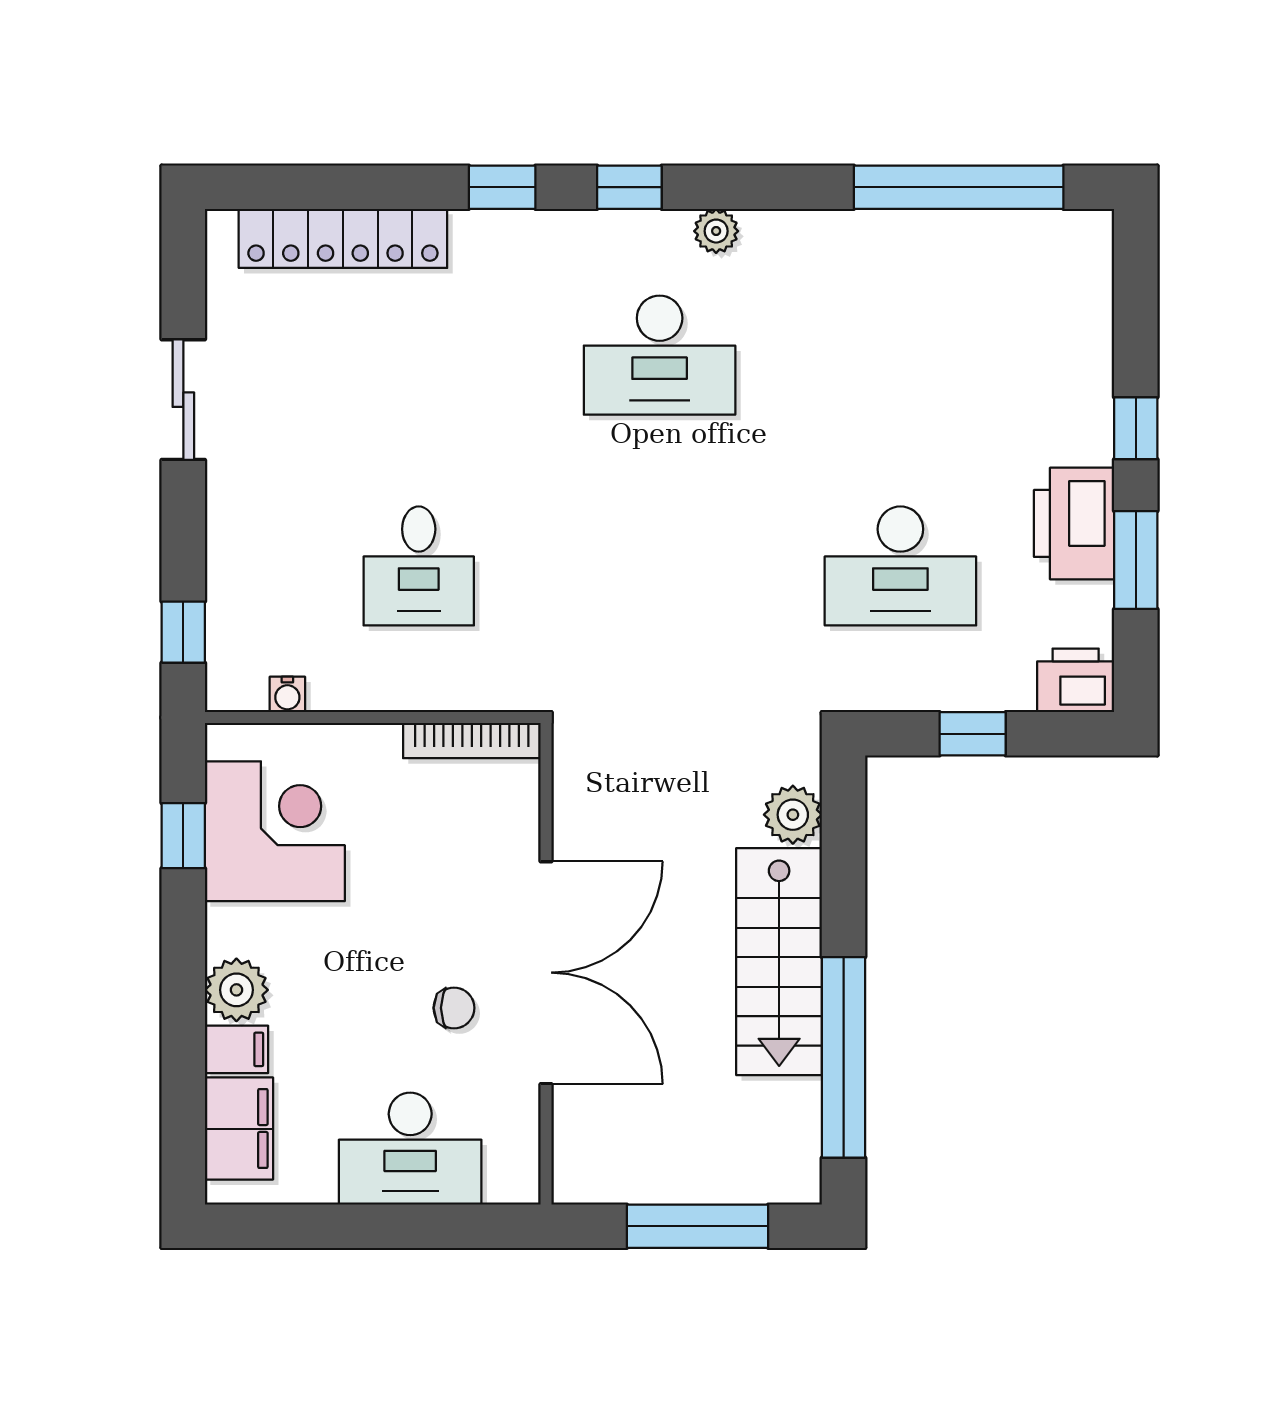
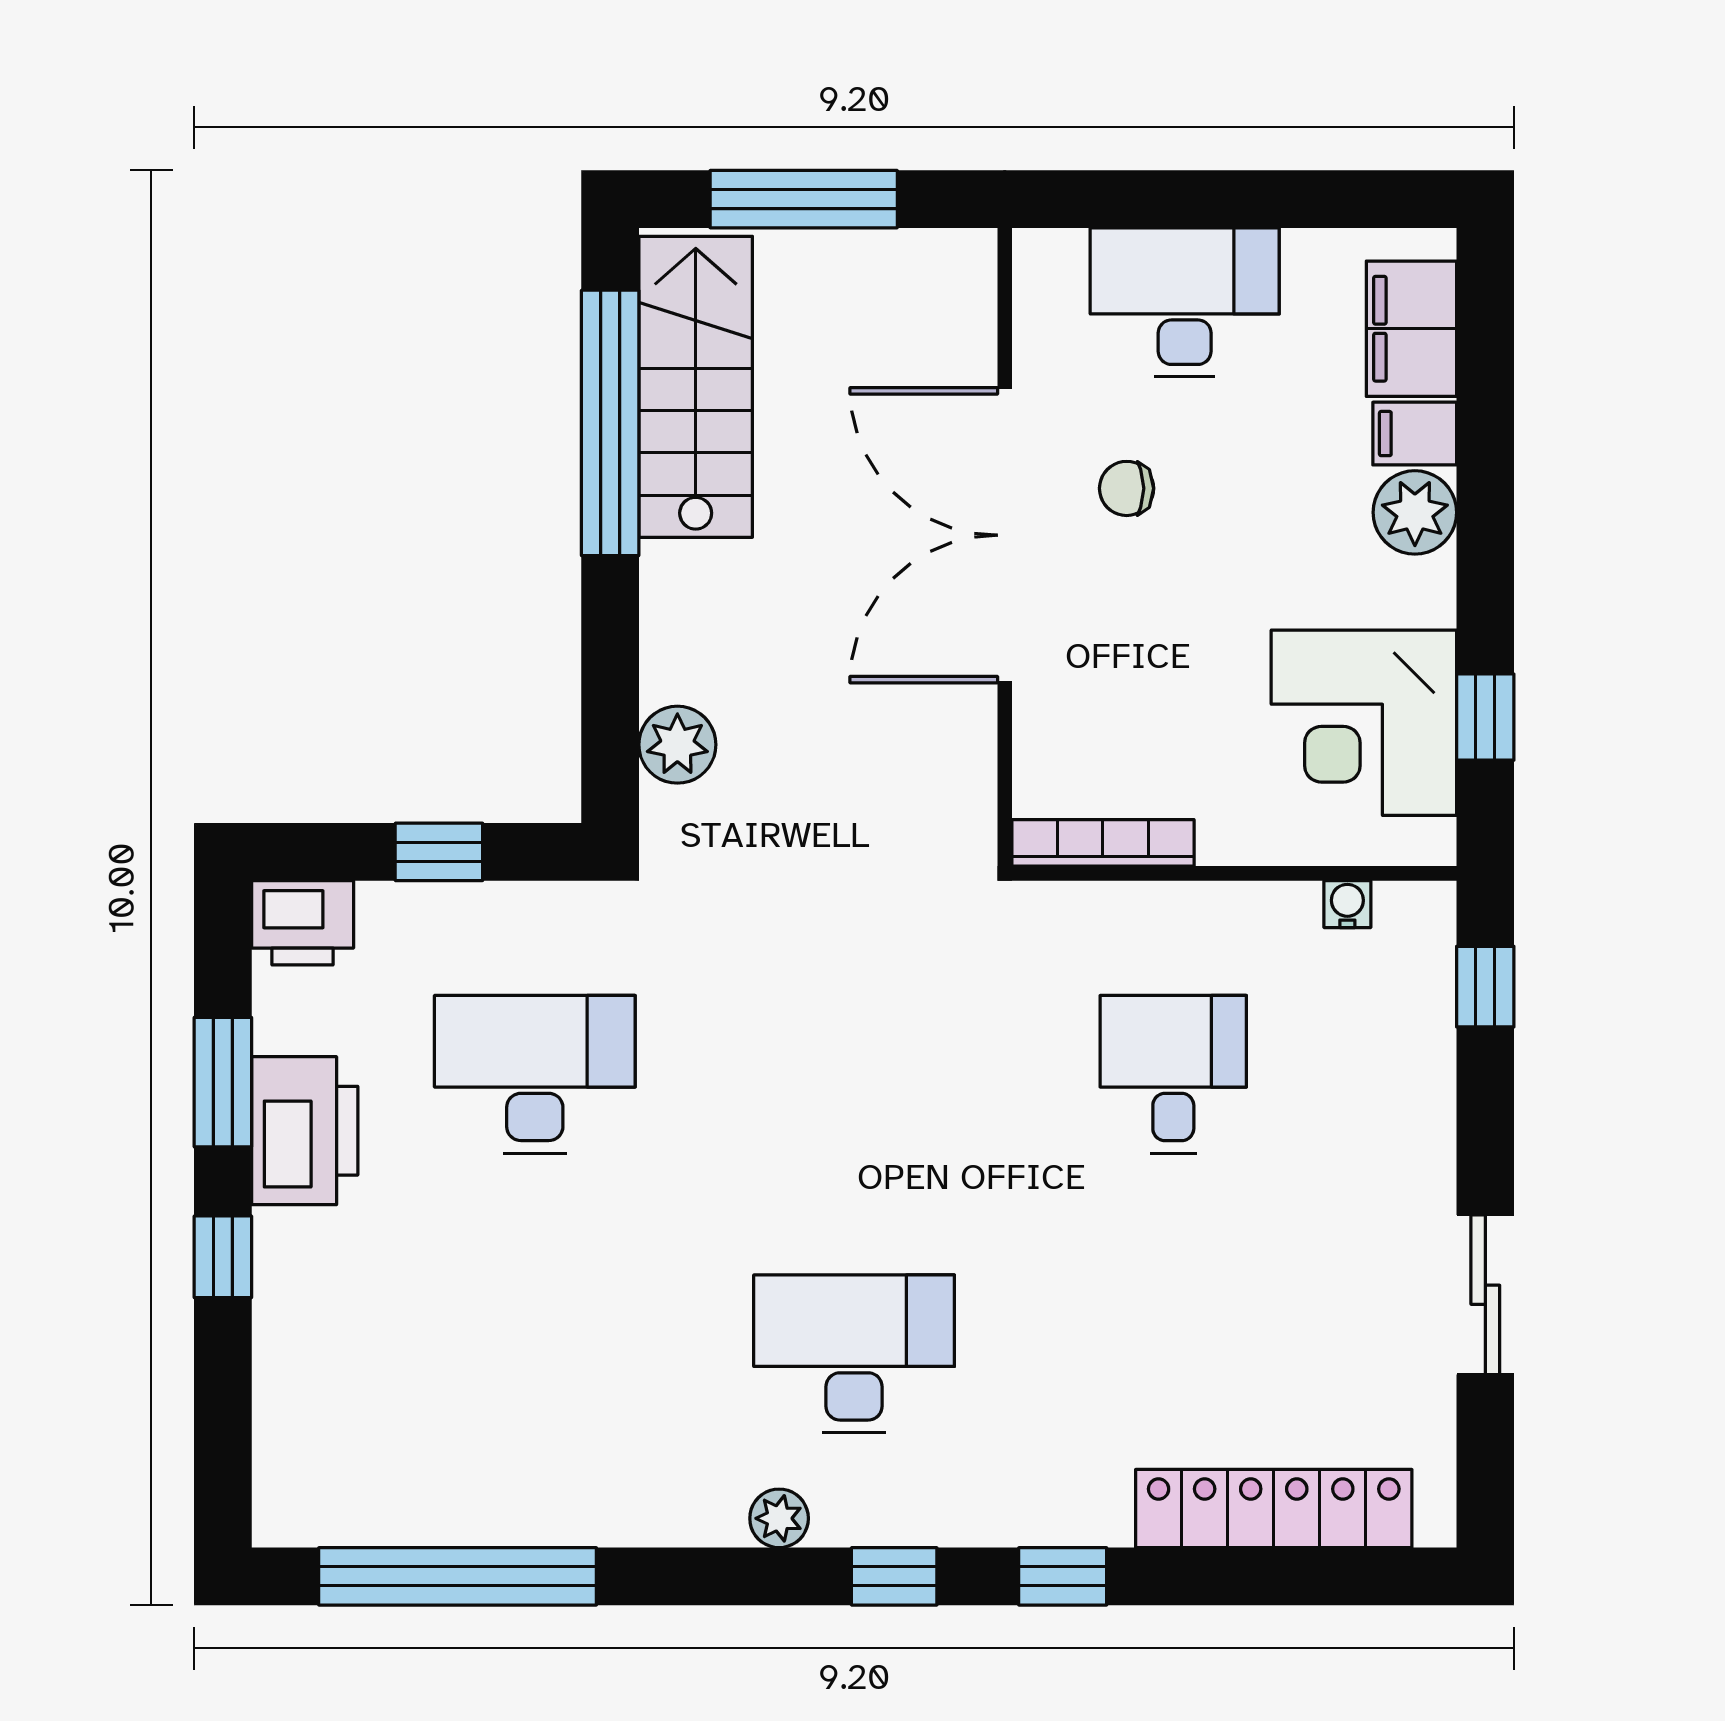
stairs: (779, 962) -> (696, 387), moved

